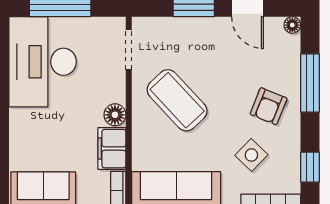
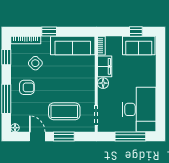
coffee table: (177, 100) -> (64, 111), moved, turned -47
armchair: (269, 106) -> (27, 87), turned 68

